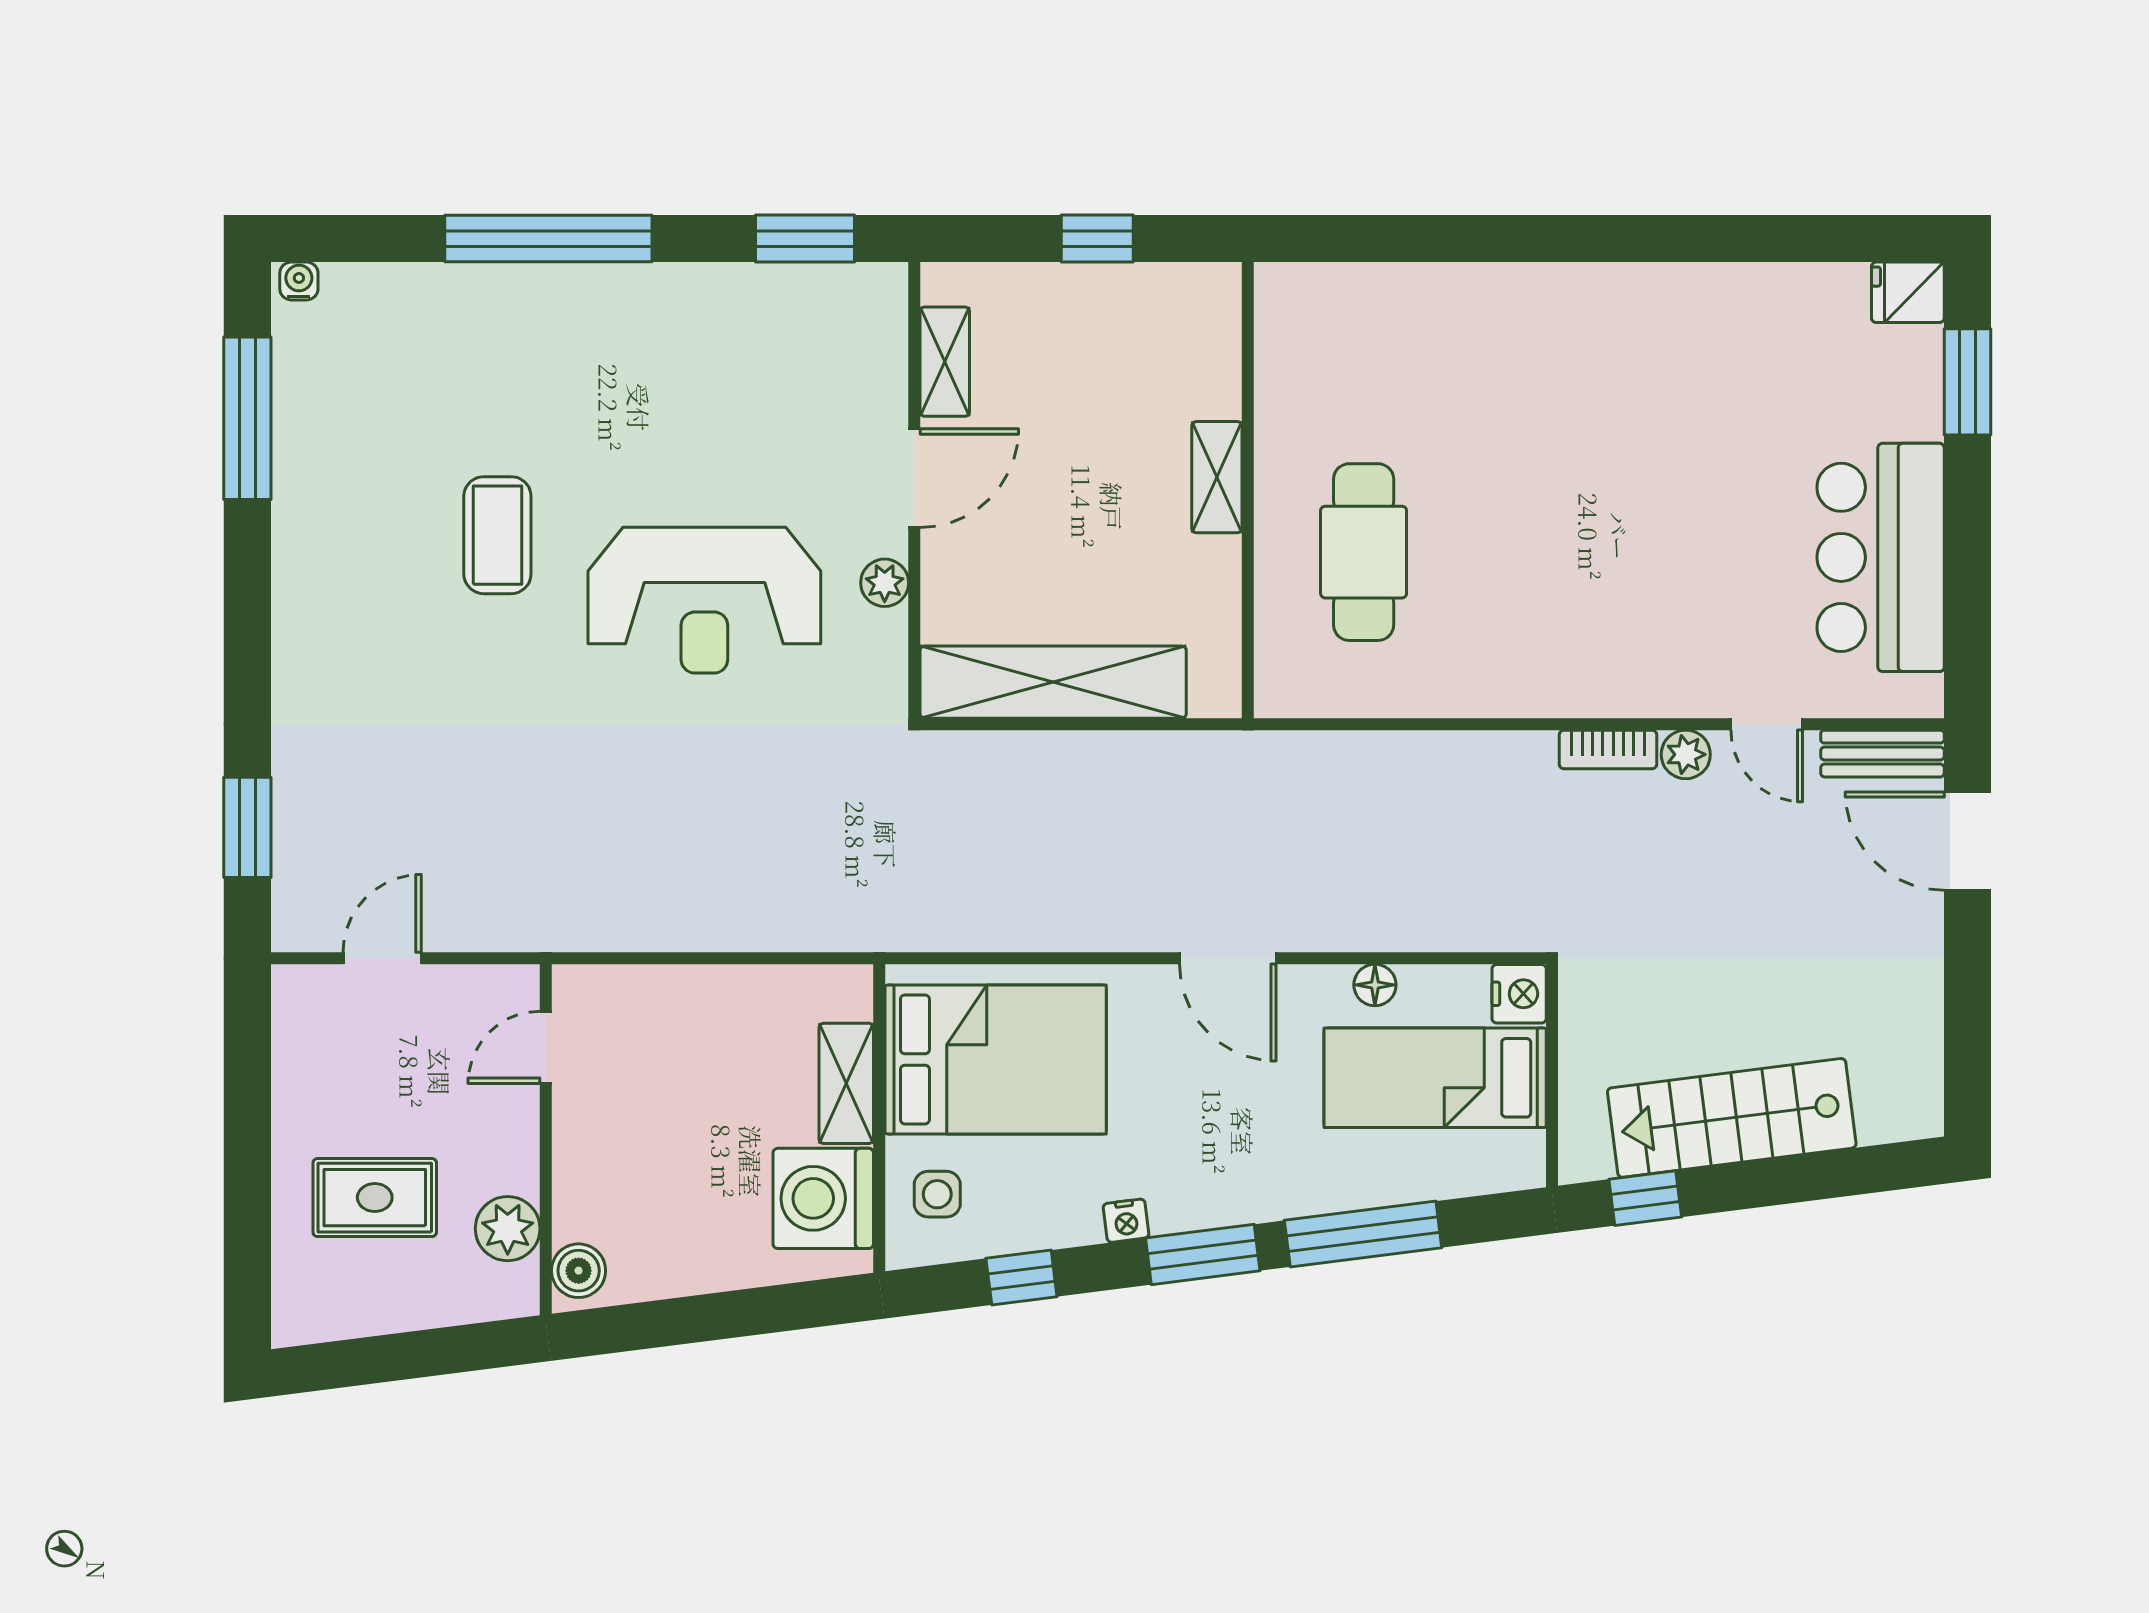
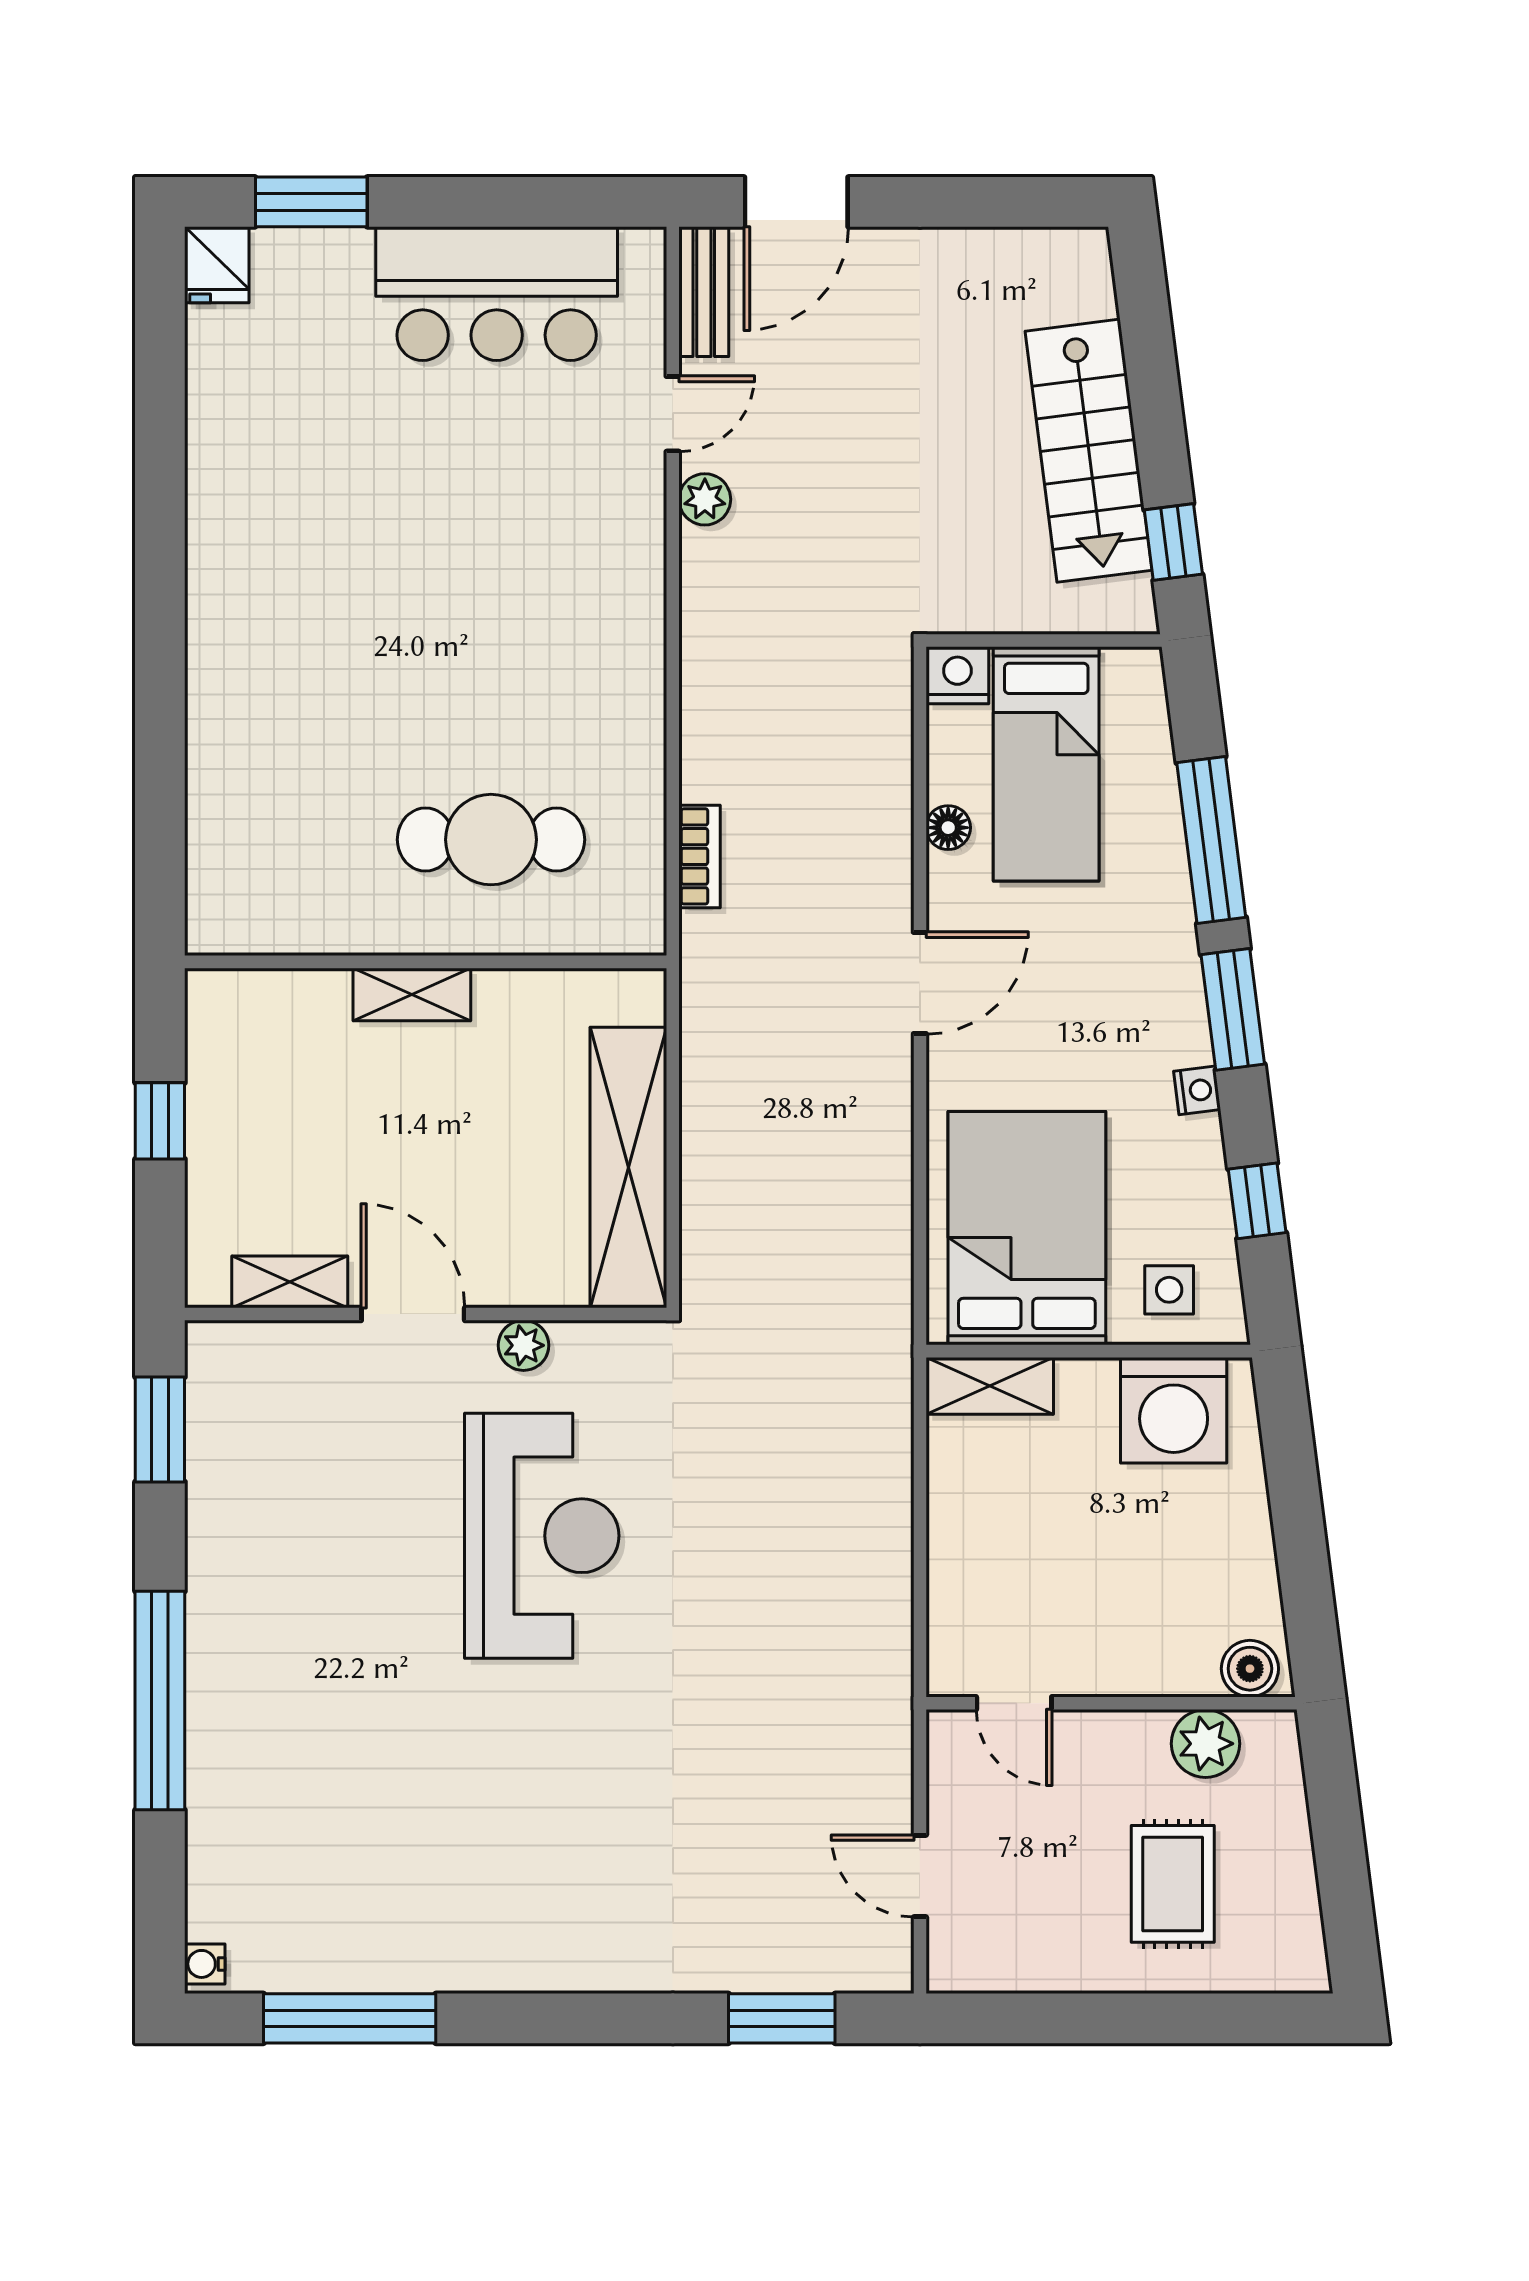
coffee table: (497, 535) -> (473, 1754), removed
bookcase: (1608, 749) -> (700, 856), moved
shelving: (846, 1083) -> (990, 1386), moved

